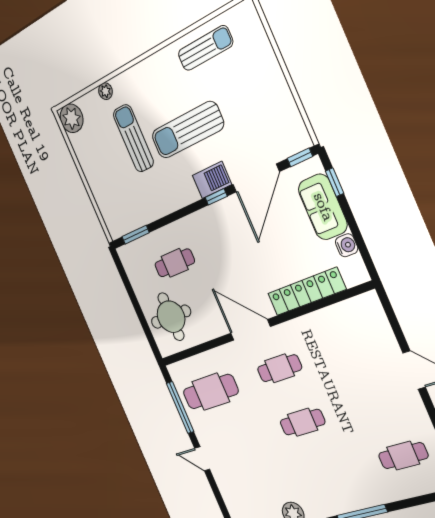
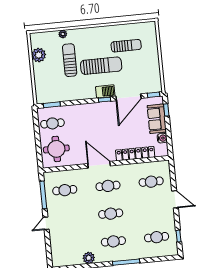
sun lounger: (205, 48) -> (126, 46), moved
plant: (72, 118) -> (39, 55), moved
sun lounger: (187, 130) -> (101, 66), turned 180
cafe table: (175, 263) -> (52, 123), moved
cafe table: (355, 343) -> (151, 182), added
cafe table: (211, 392) -> (65, 190), width x0.73, depth x0.74
door: (202, 459) -> (46, 223), hinge flipped
cafe table: (325, 476) -> (113, 241), added

